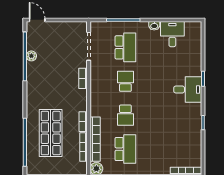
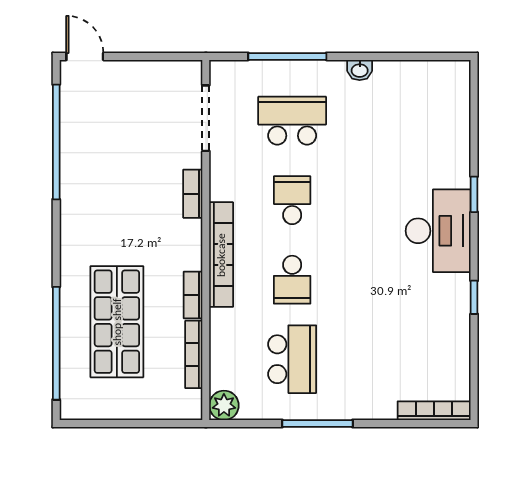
desk: (172, 34) -> (402, 90), removed
school desk: (125, 47) -> (292, 121), turned -90
plant: (31, 56) -> (71, 141), removed
desk: (188, 90) -> (438, 231), width x1.37
bookcase: (95, 139) -> (221, 255), moved

